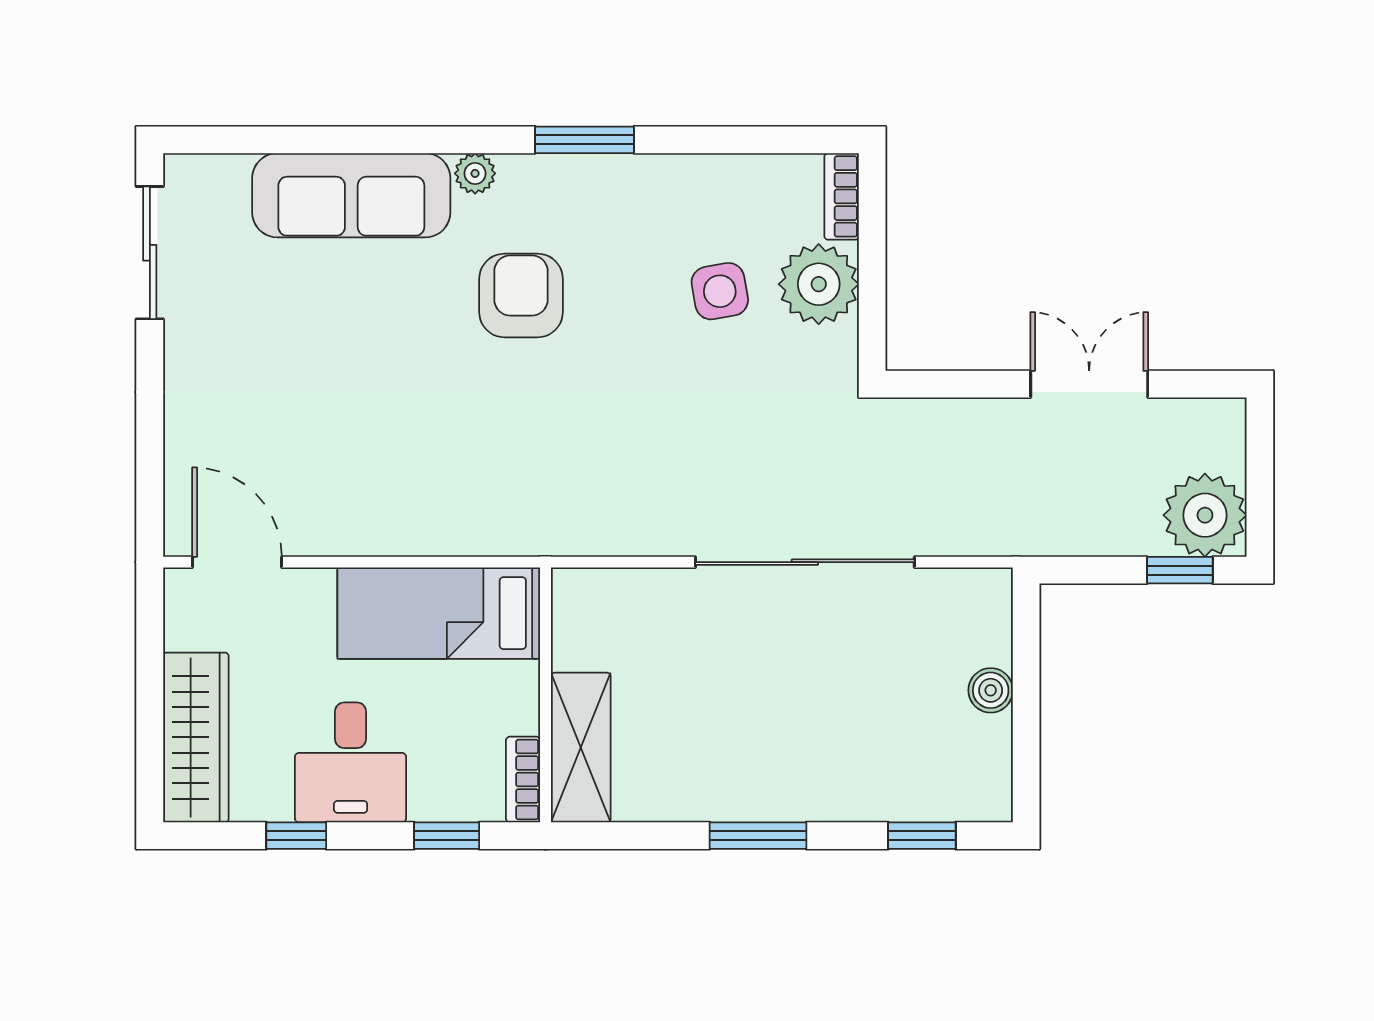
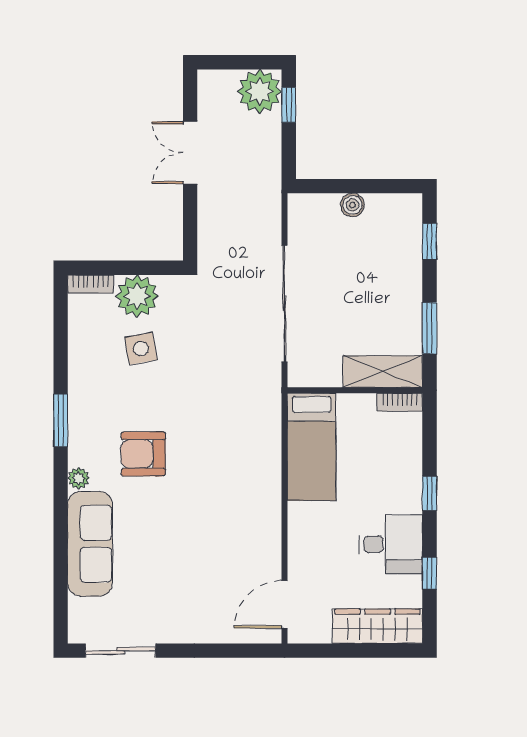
bed: (439, 613) -> (312, 447), moved
wall: (545, 695) -> (355, 390), moved
shelving: (581, 748) -> (383, 372), moved
bookcase: (523, 780) -> (400, 402), moved

